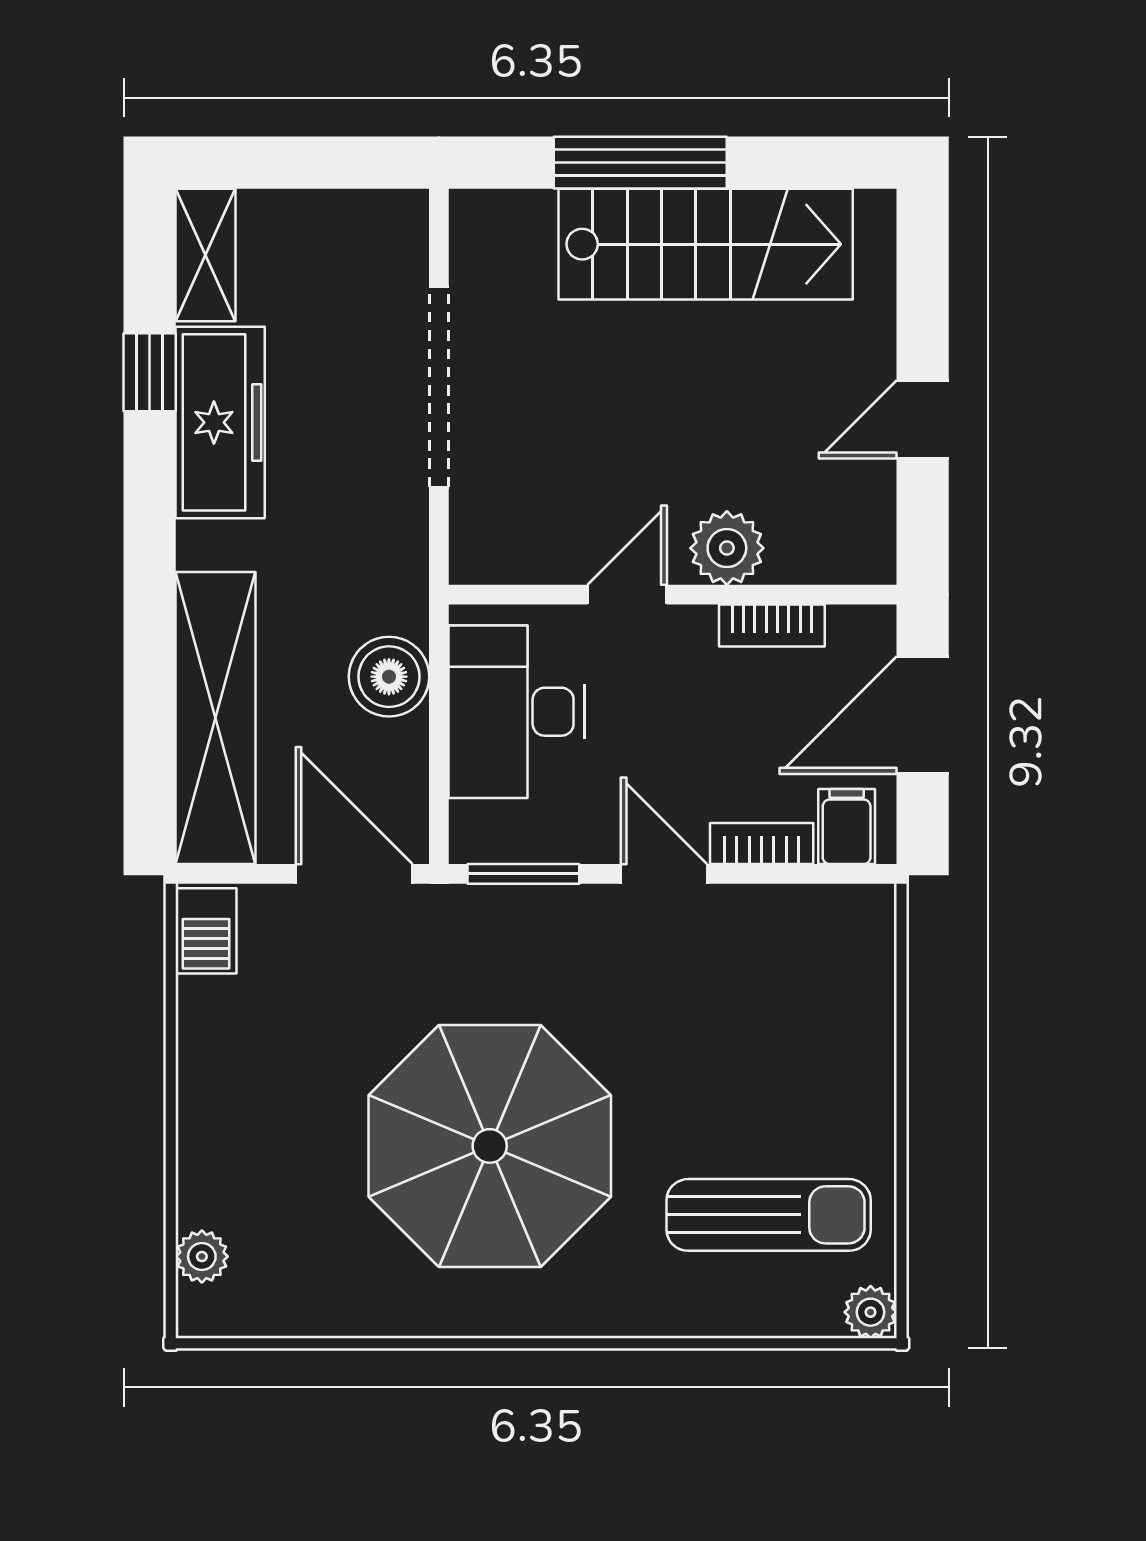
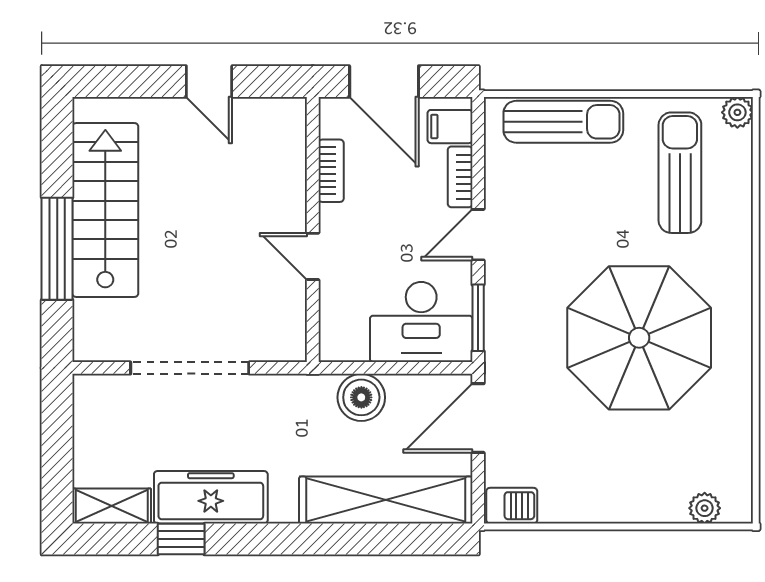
plant: (727, 548) -> (285, 197), removed
desk: (516, 712) -> (421, 322), moved
sun lounger: (855, 1018) -> (563, 122), added

